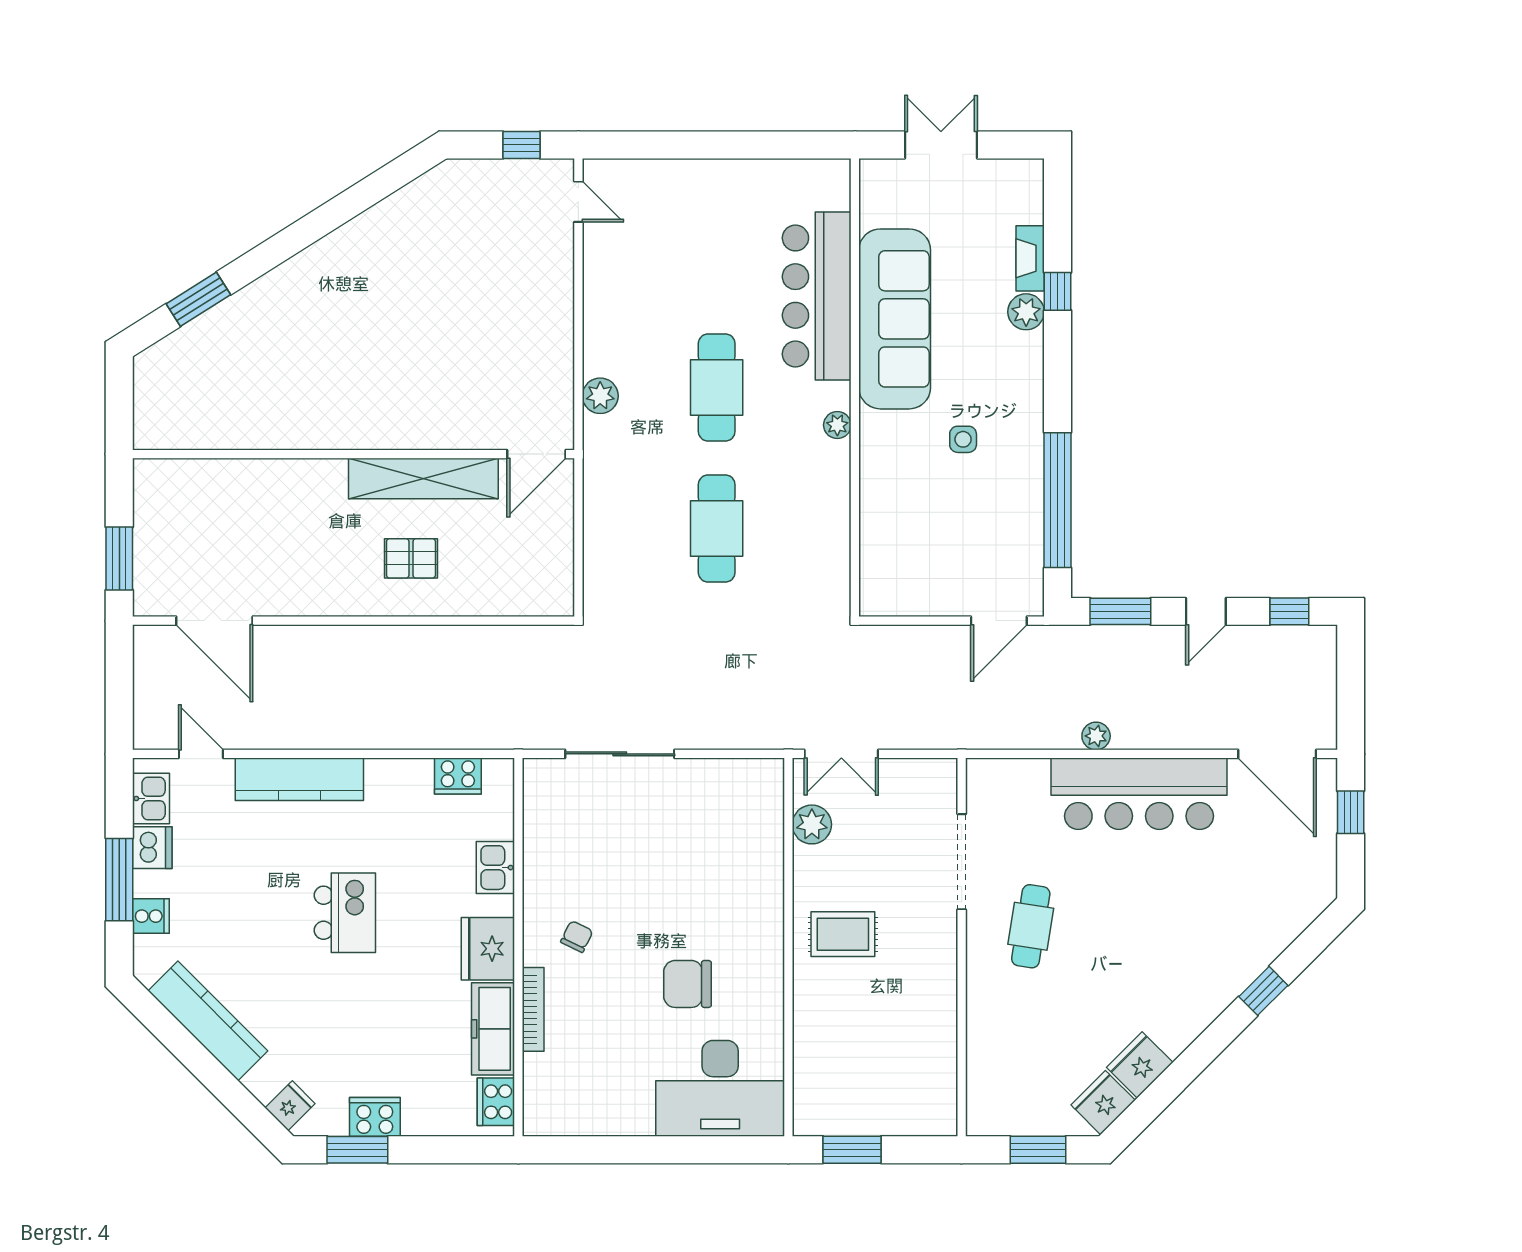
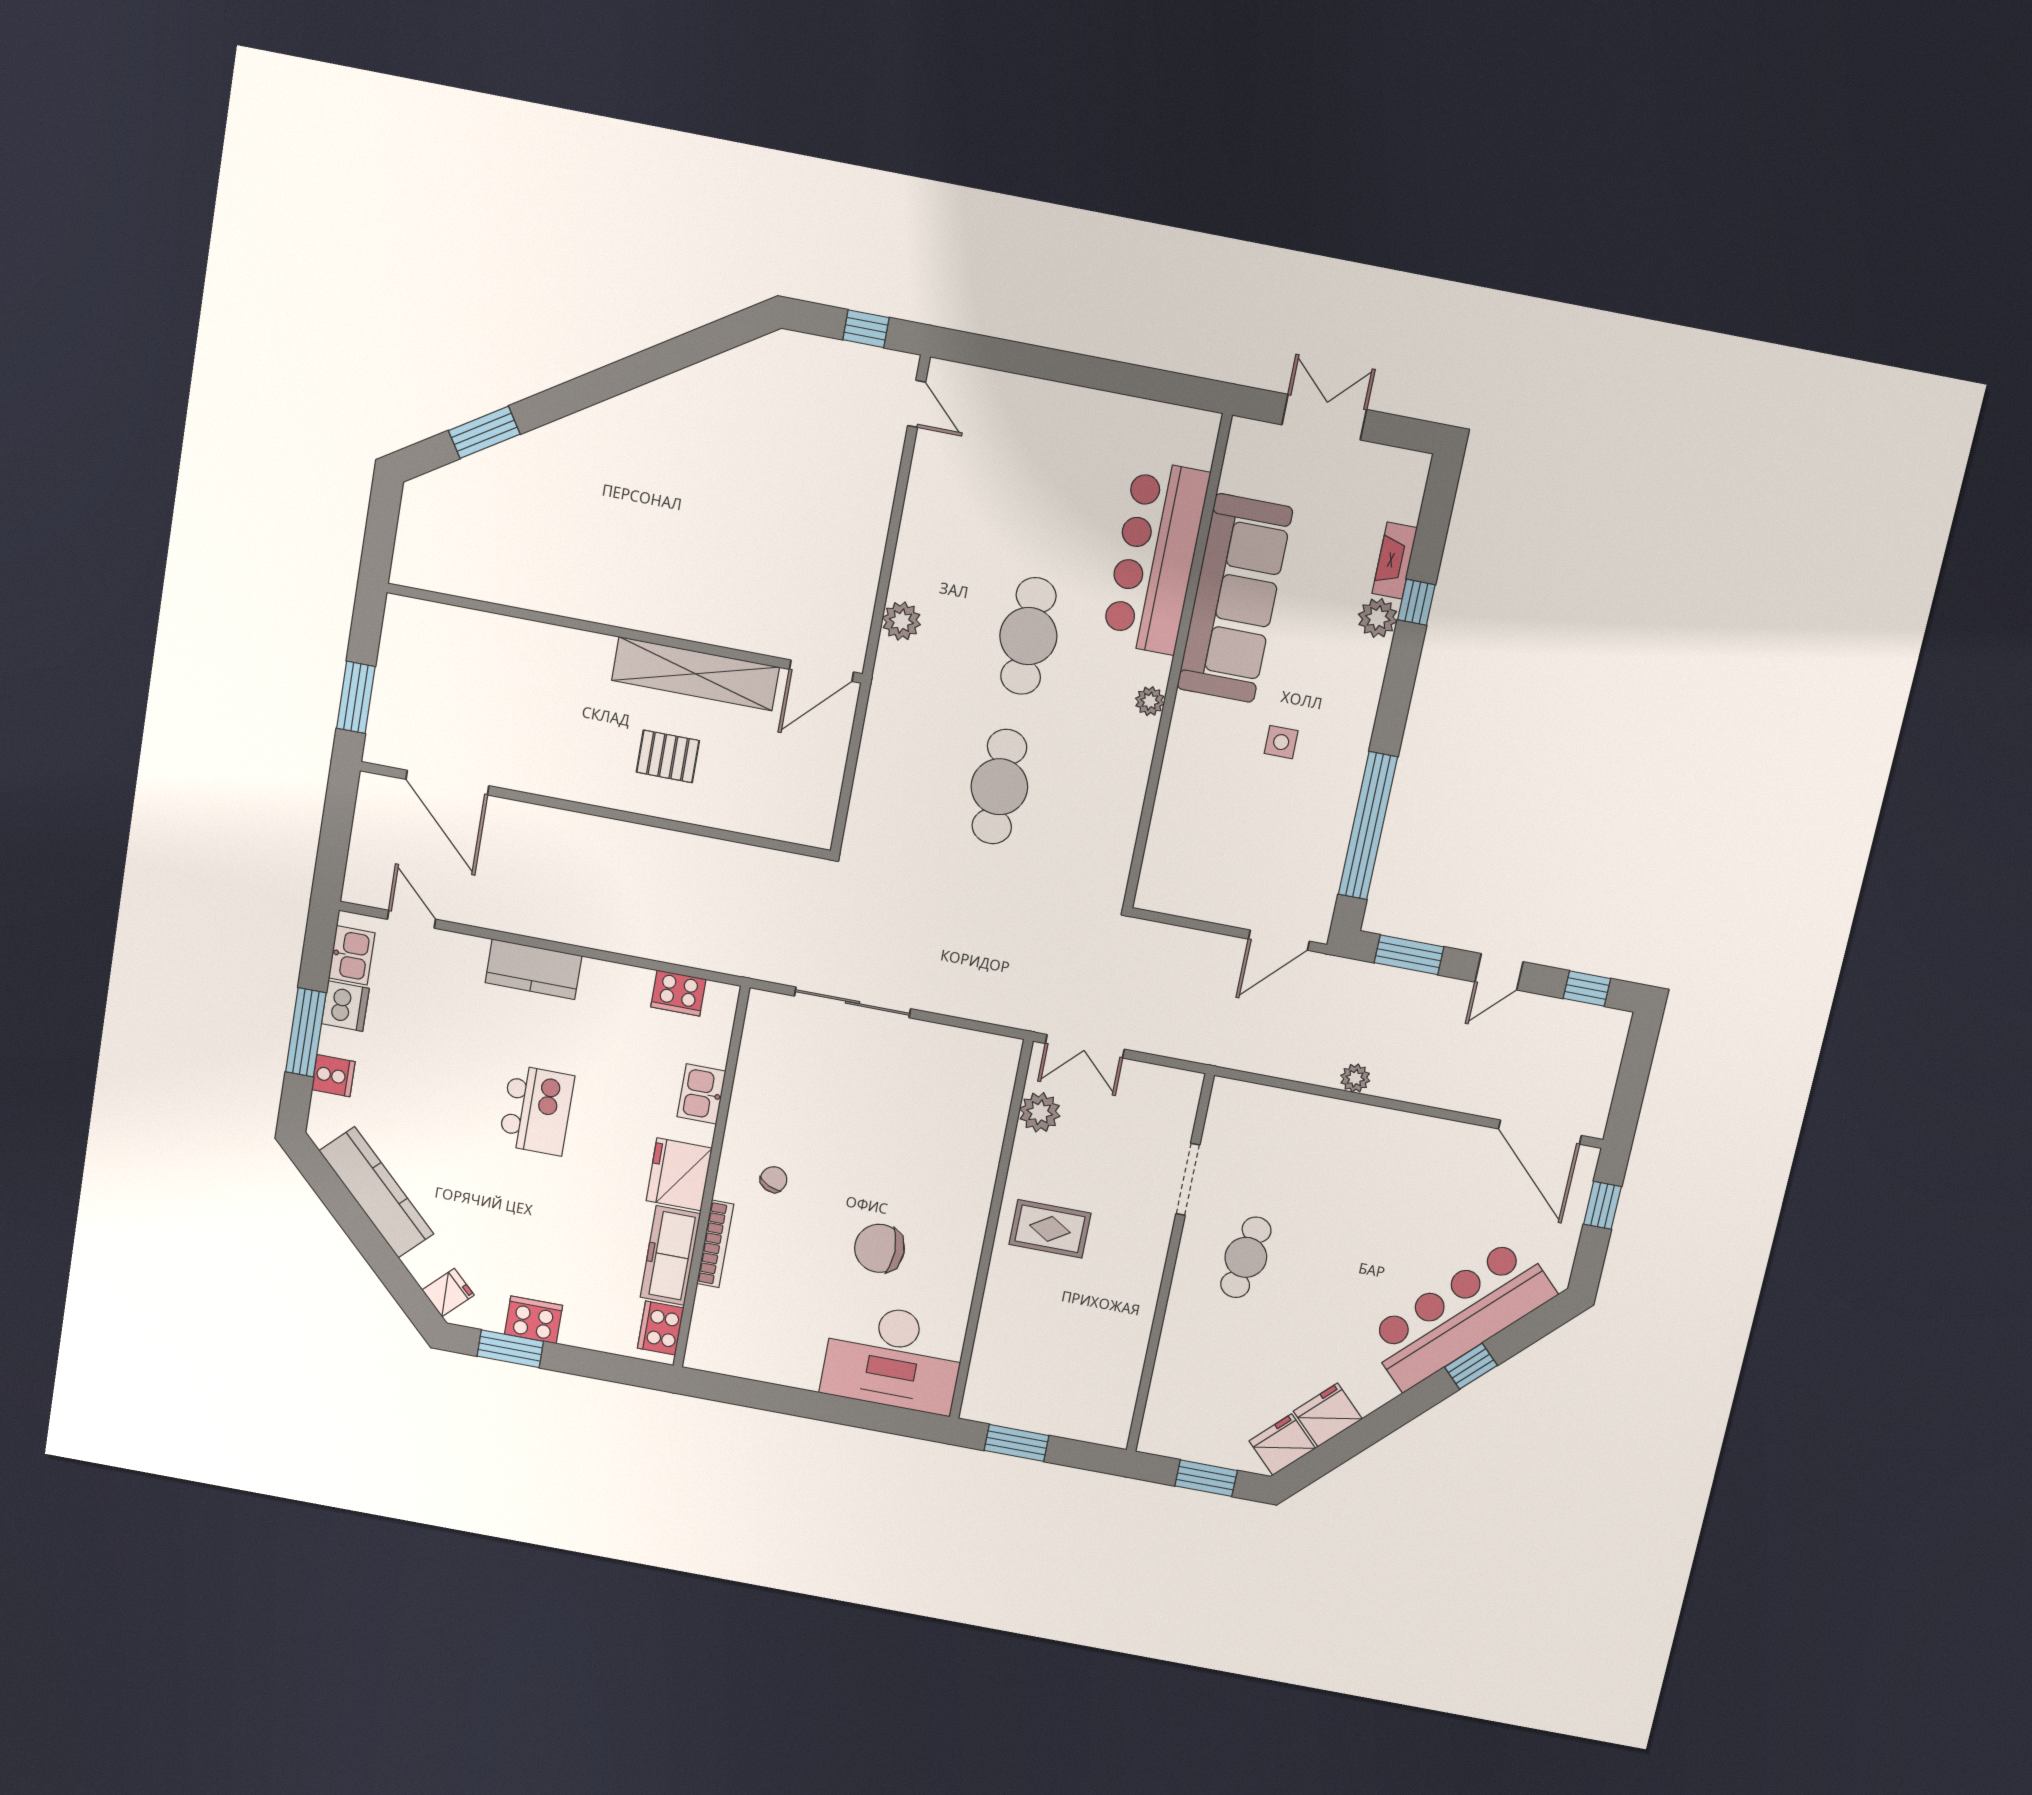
kitchen counter: (299, 779) -> (534, 969), width x0.67
bar counter: (1139, 794) -> (1460, 1314), moved, turned 135
doorway: (962, 862) -> (1188, 1179), width x0.73

